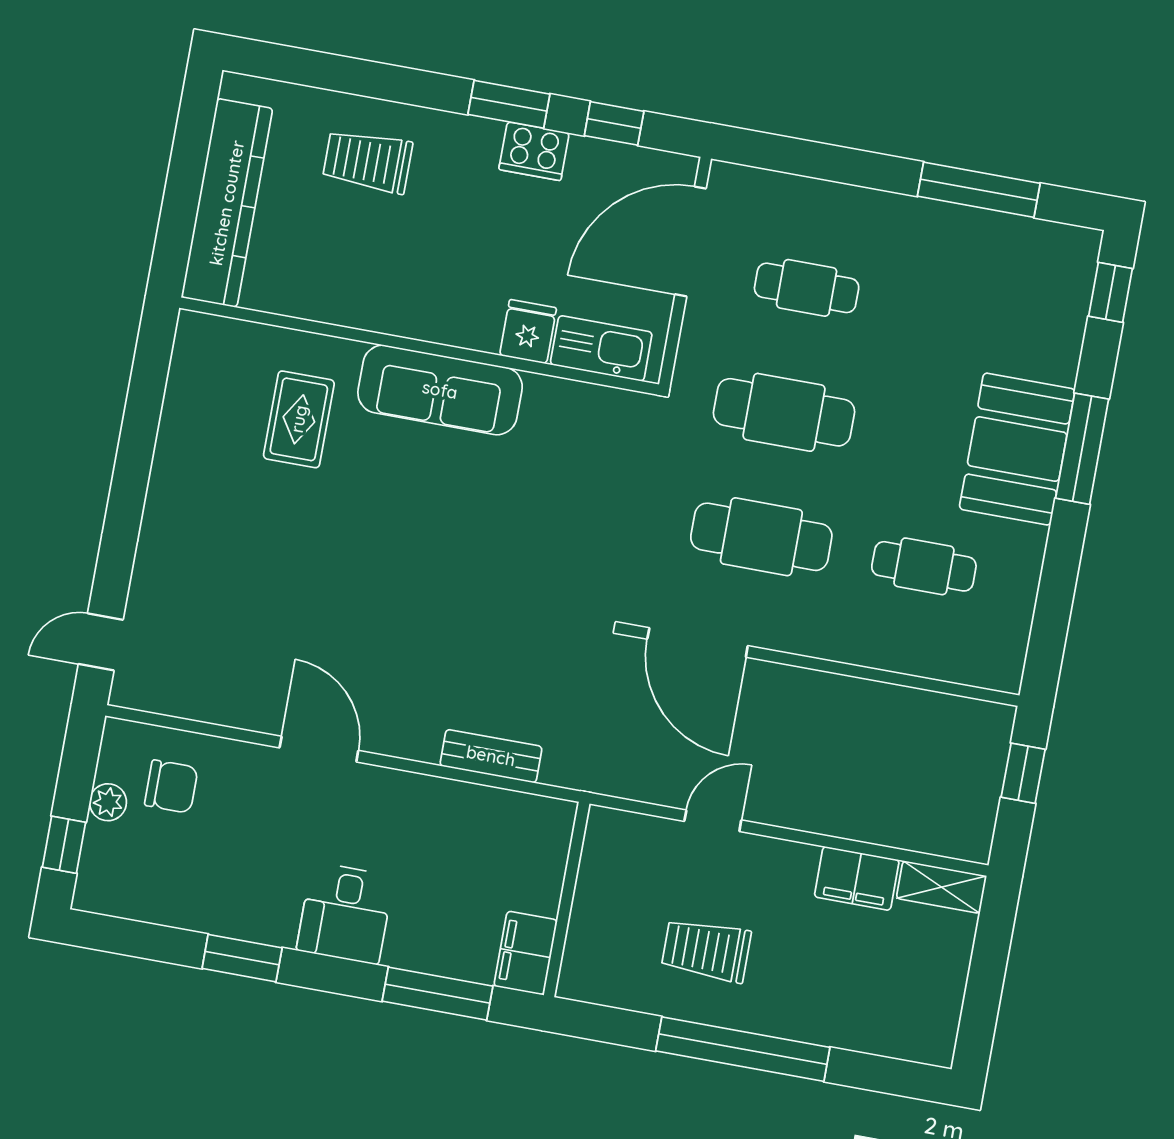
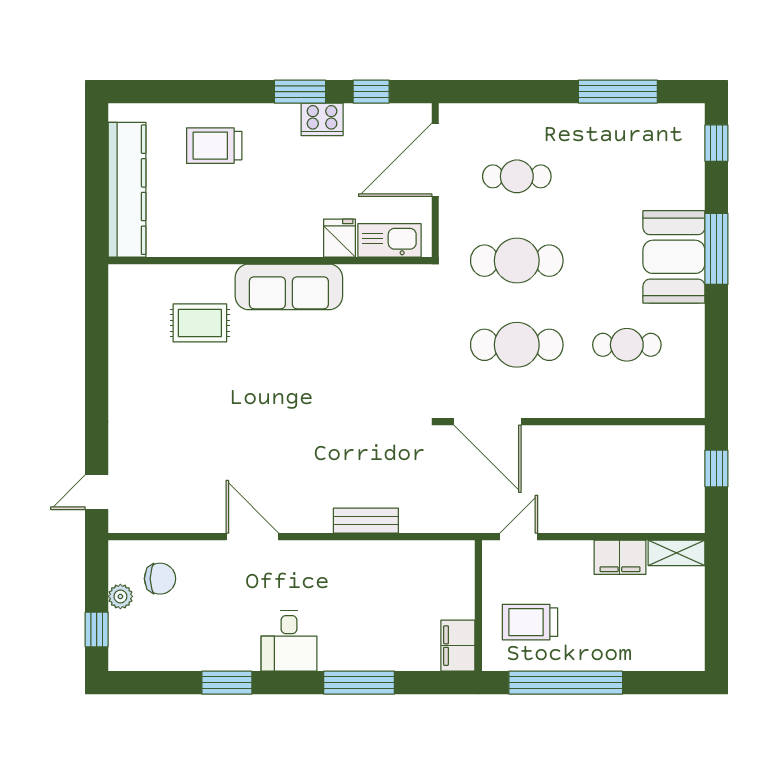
rug: (299, 419) -> (200, 323), turned 90
wall: (567, 899) -> (478, 606), moved
filing cabinet: (526, 953) -> (458, 646), moved

